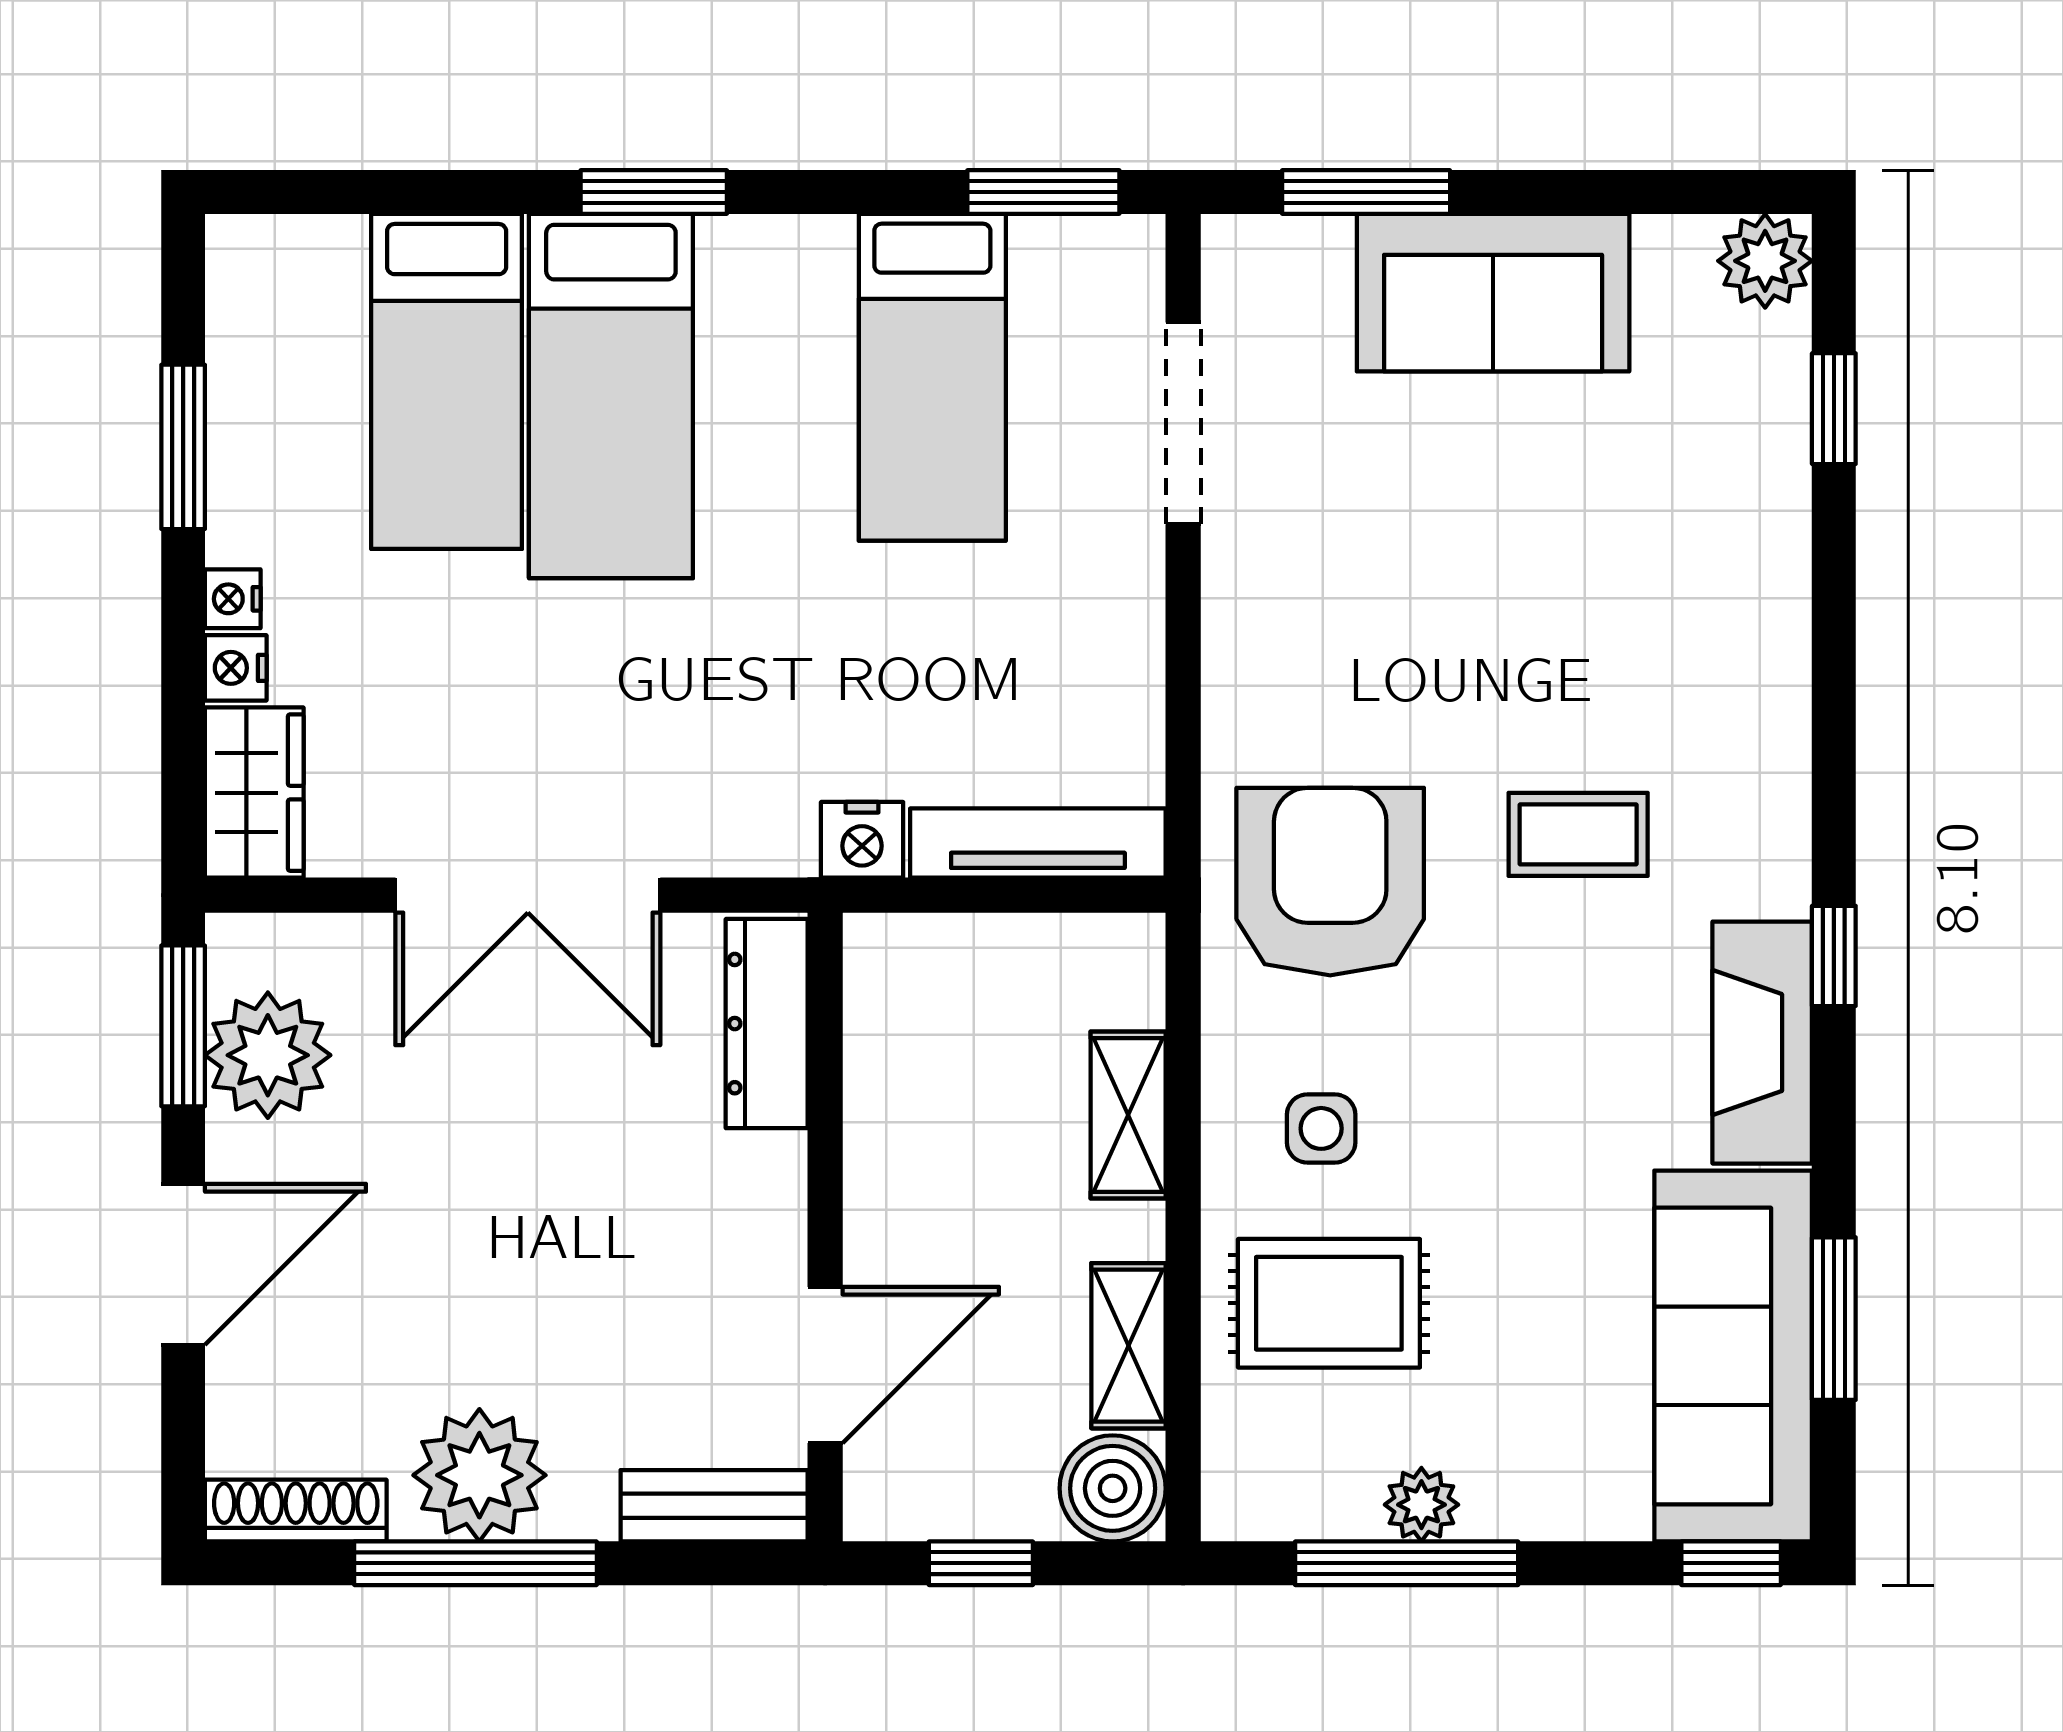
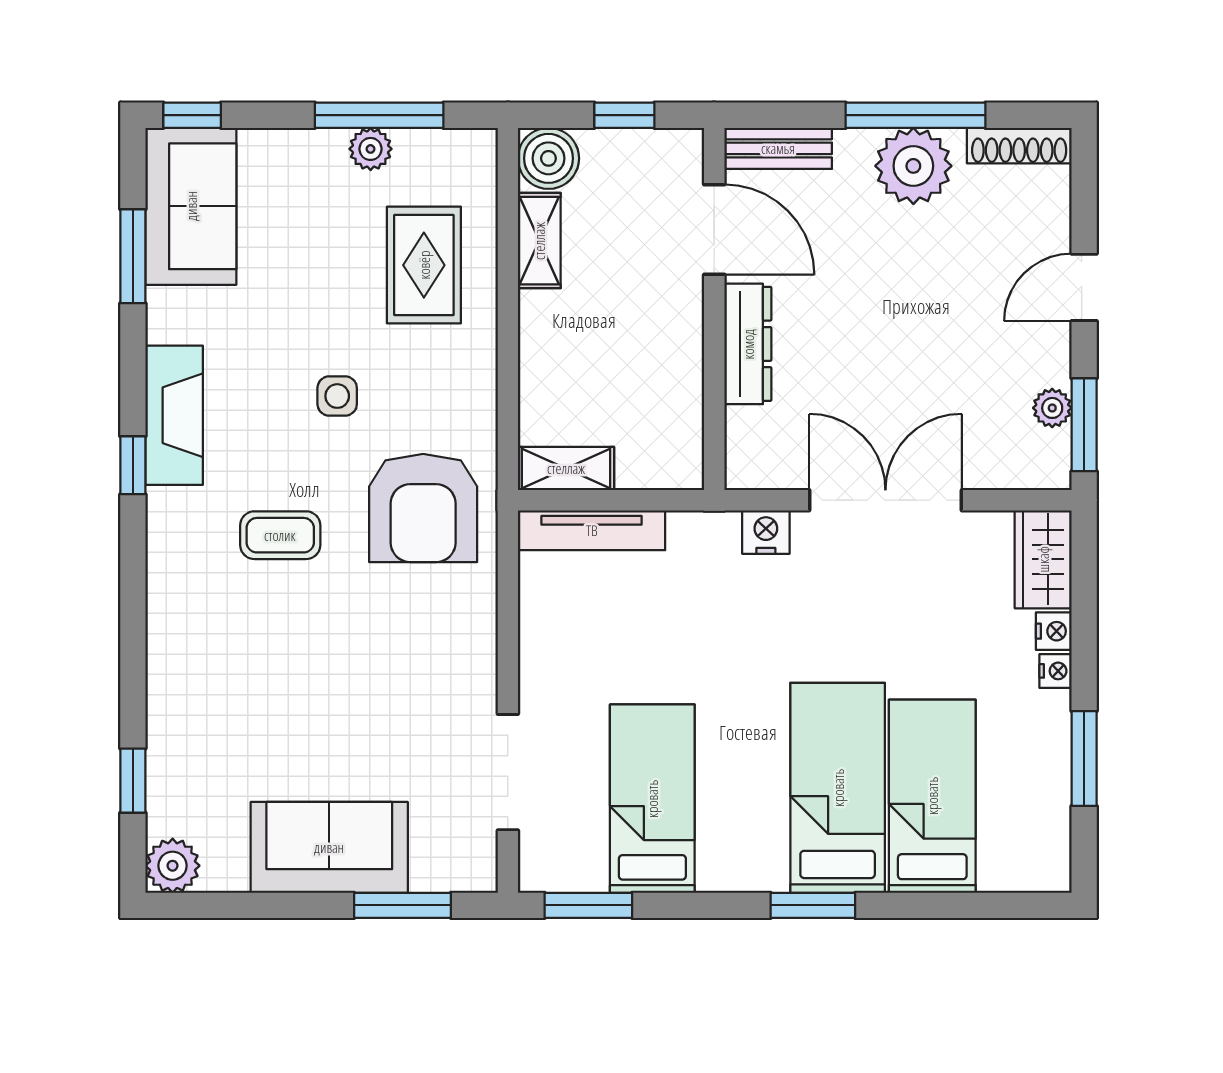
nightstand: (862, 840) -> (766, 532), moved
dresser: (767, 1024) -> (748, 344), moved
plant: (268, 1055) -> (1052, 408), width x0.53, depth x0.53
shelving: (1128, 1115) -> (566, 468), moved, turned 90
side table: (1321, 1128) -> (337, 396), moved
door: (183, 1264) -> (1084, 287), width x0.73
rug: (1329, 1303) -> (424, 265), turned 90
sofa: (1733, 1356) -> (191, 206), width x0.73
door: (825, 1365) -> (714, 229), swing flipped

